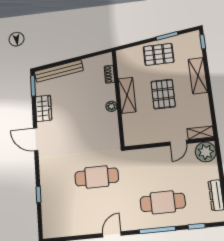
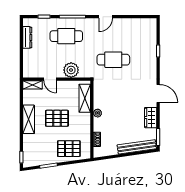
pallet: (159, 54) -> (69, 149), moved
shelving: (198, 76) -> (29, 119), moved
pallet: (163, 94) -> (57, 118), turned 90
shelving: (127, 95) -> (85, 98), moved
door: (178, 143) -> (50, 79), swing flipped
plant: (206, 152) -> (71, 70), moved

